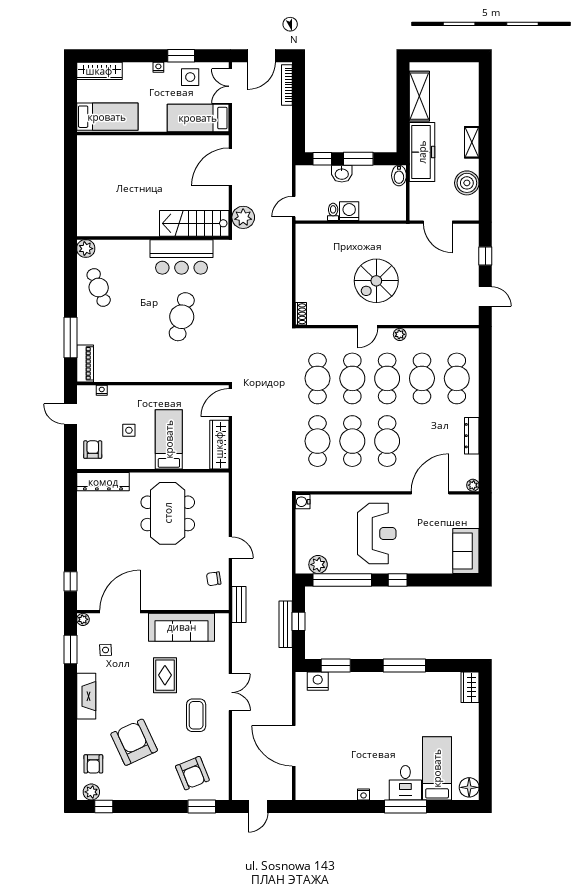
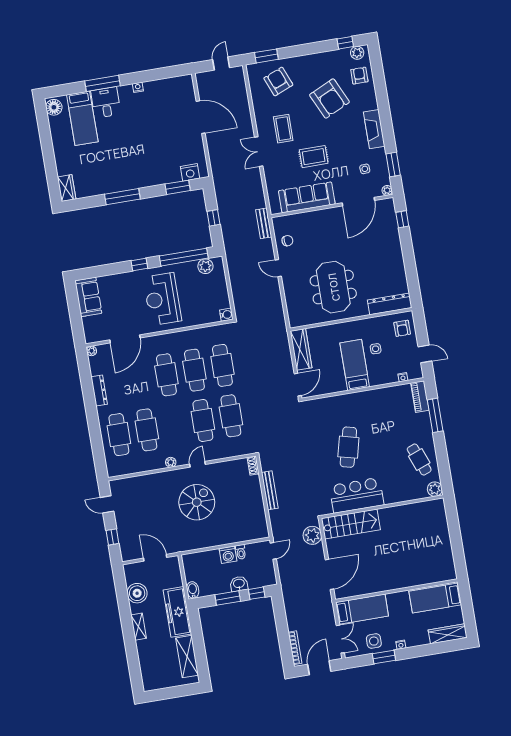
cafe table: (387, 378) -> (175, 425), removed
bed: (169, 439) -> (355, 365), moved, turned 180
bench: (286, 624) -> (270, 490), moved
rug: (165, 675) -> (314, 157), turned 90

